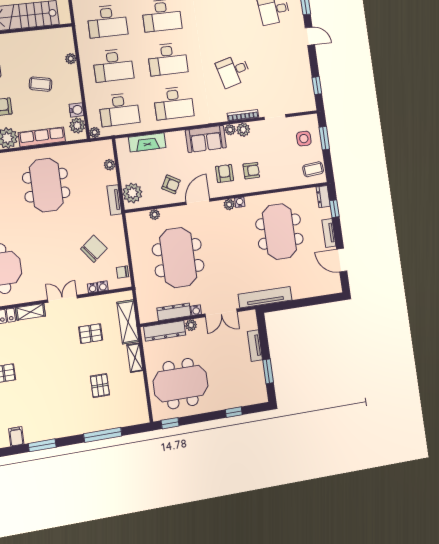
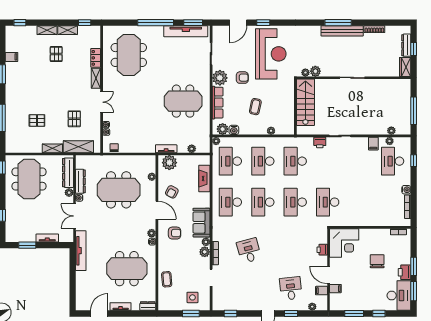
coffee table: (313, 169) -> (167, 279), moved
armchair: (251, 171) -> (174, 254), removed
window: (334, 209) -> (138, 313), removed
chair: (94, 249) -> (134, 129), removed

